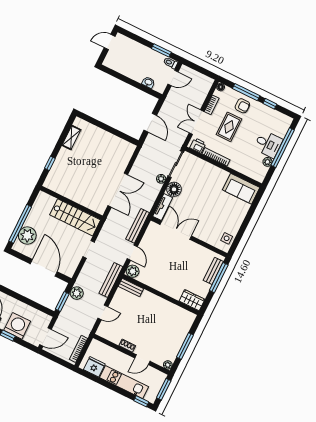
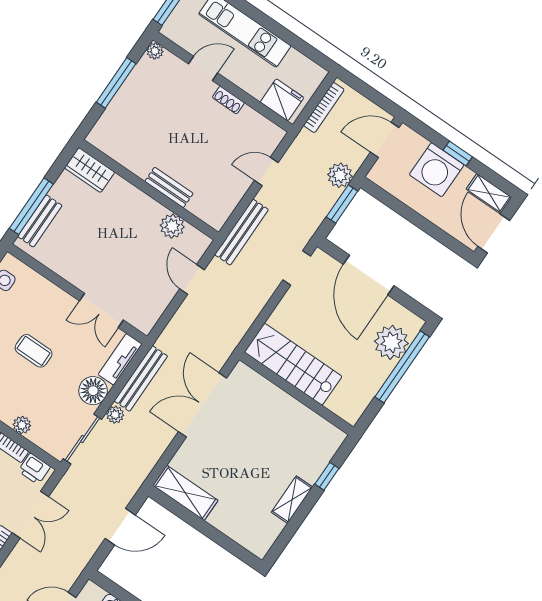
door: (150, 123) -> (120, 527), swing flipped
shelving: (71, 138) -> (292, 500), moved
shelving: (120, 145) -> (185, 493), added
plant: (207, 167) -> (22, 425), added
coffee table: (207, 205) -> (34, 351), added
bench: (138, 226) -> (141, 378), moved
double door: (176, 230) -> (101, 310), width x0.73
doorway: (89, 249) -> (297, 268), moved
plant: (133, 271) -> (172, 226), moved
bench: (131, 287) -> (169, 187), moved
plant: (77, 293) -> (340, 175), moved
fridge: (94, 367) -> (282, 100), moved, turned 180

